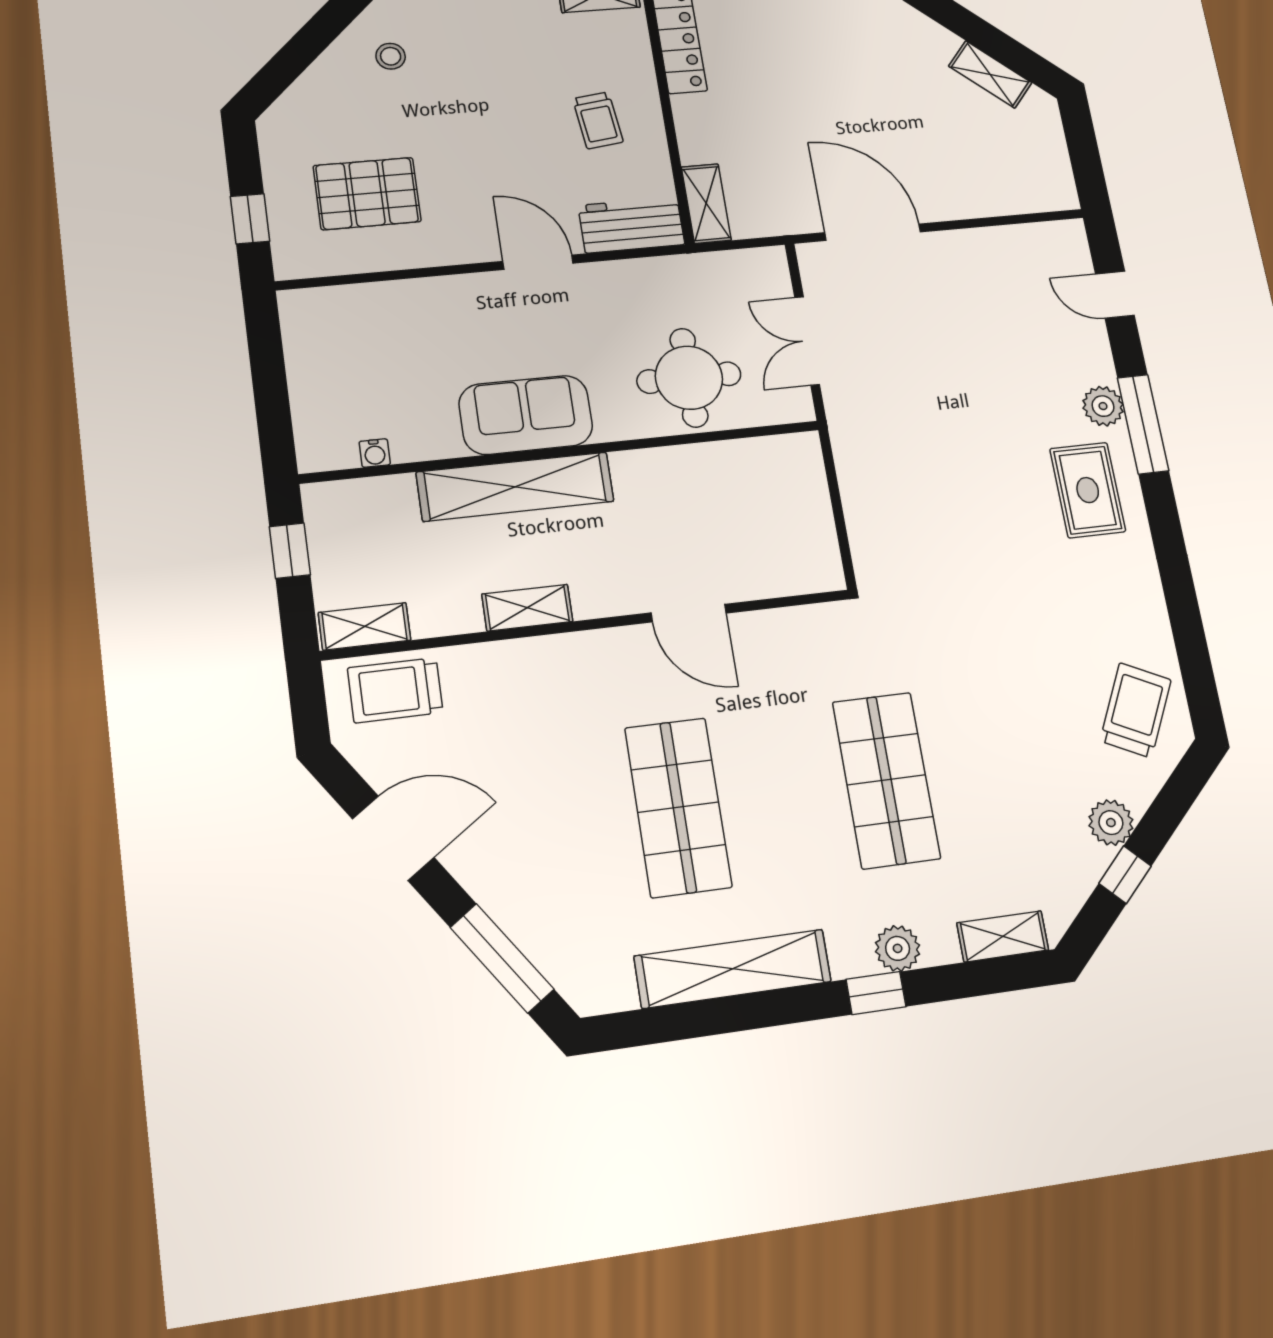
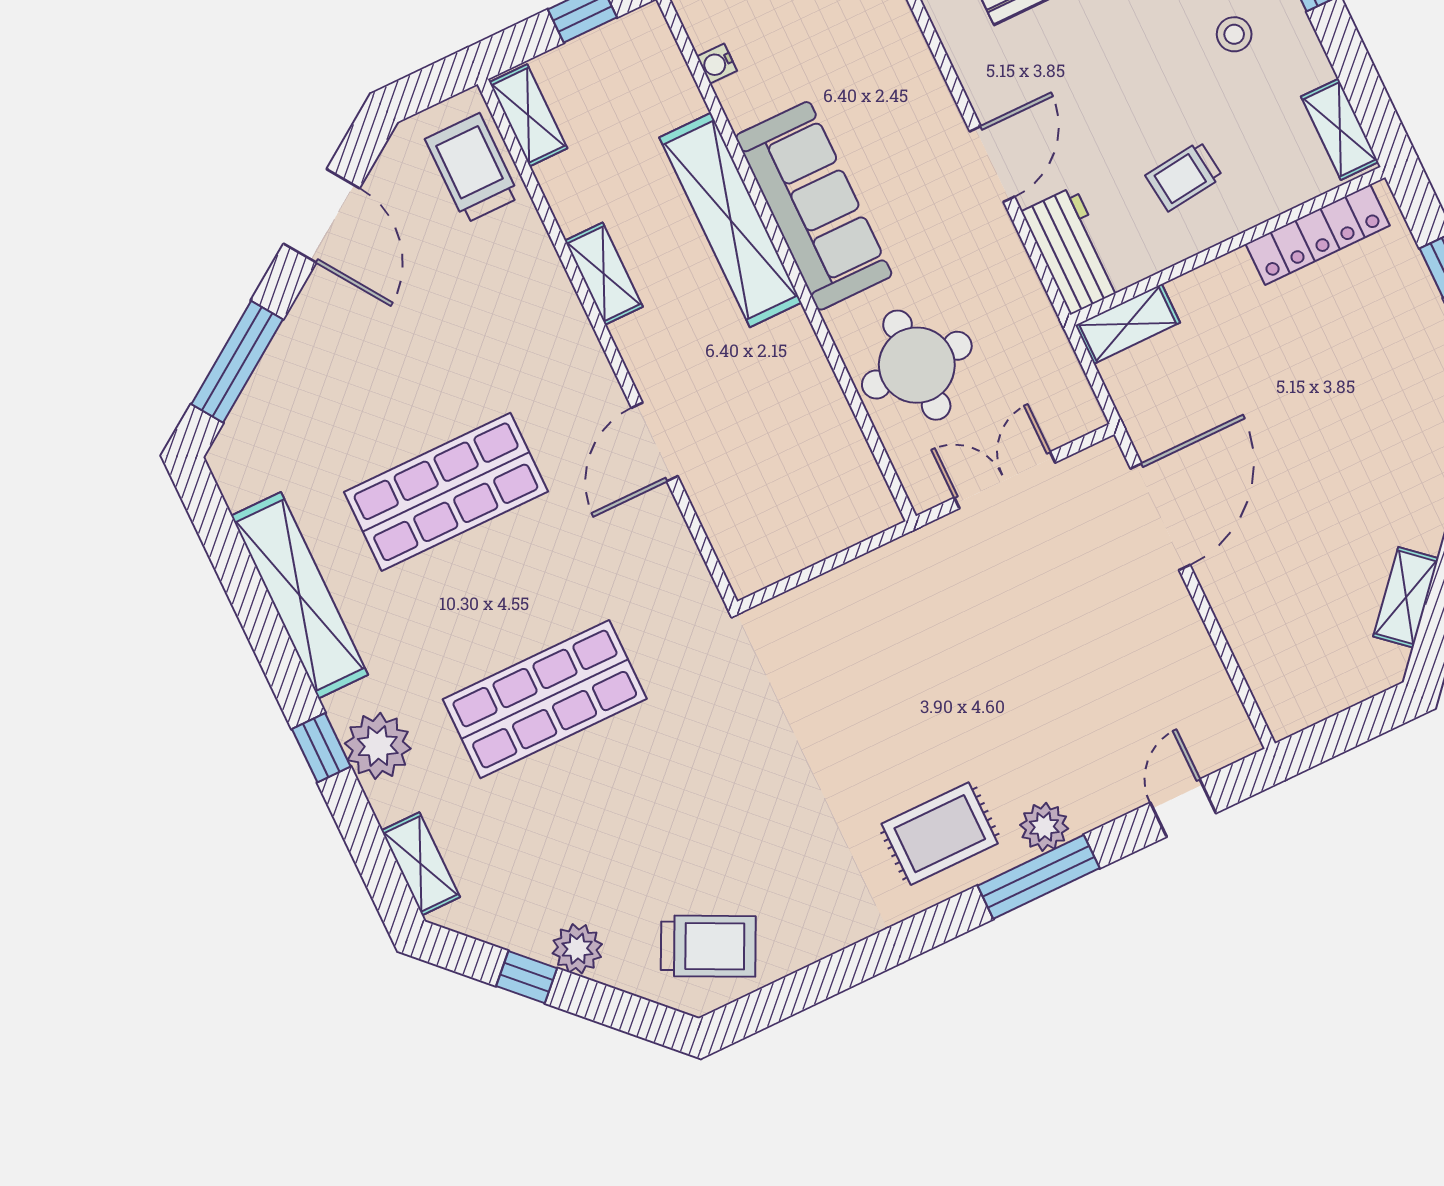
stool: (494, 44) -> (1234, 34), added
sofa: (526, 415) -> (814, 206), width x1.36
plant: (898, 948) -> (378, 746), width x1.36, depth x1.36

